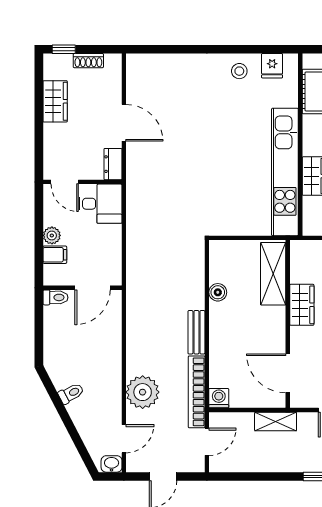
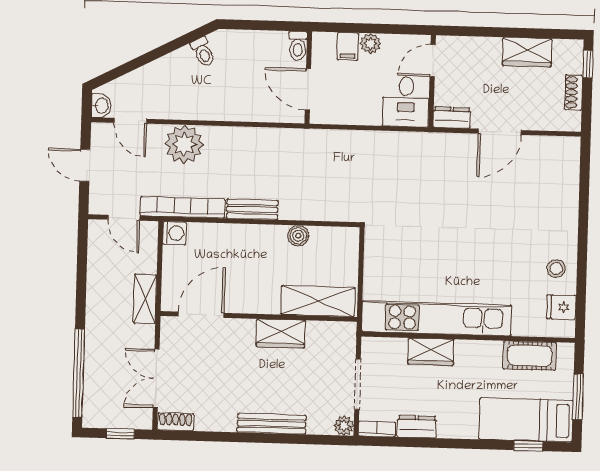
toilet: (71, 393) -> (203, 52), moved

